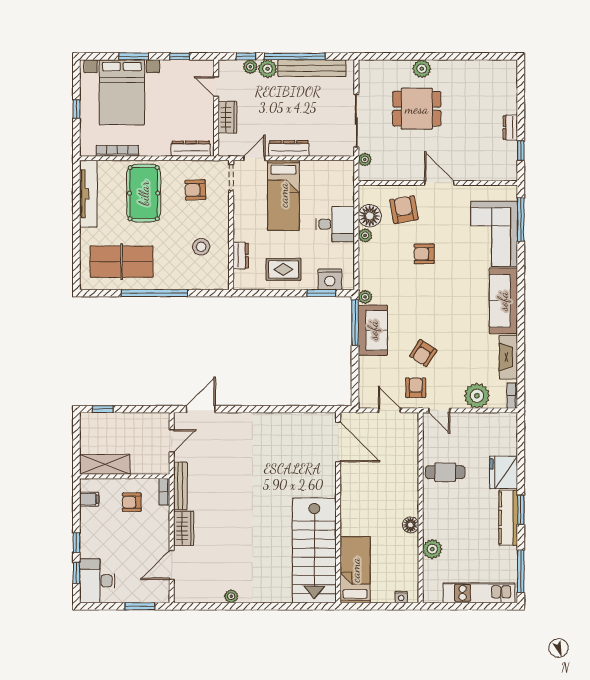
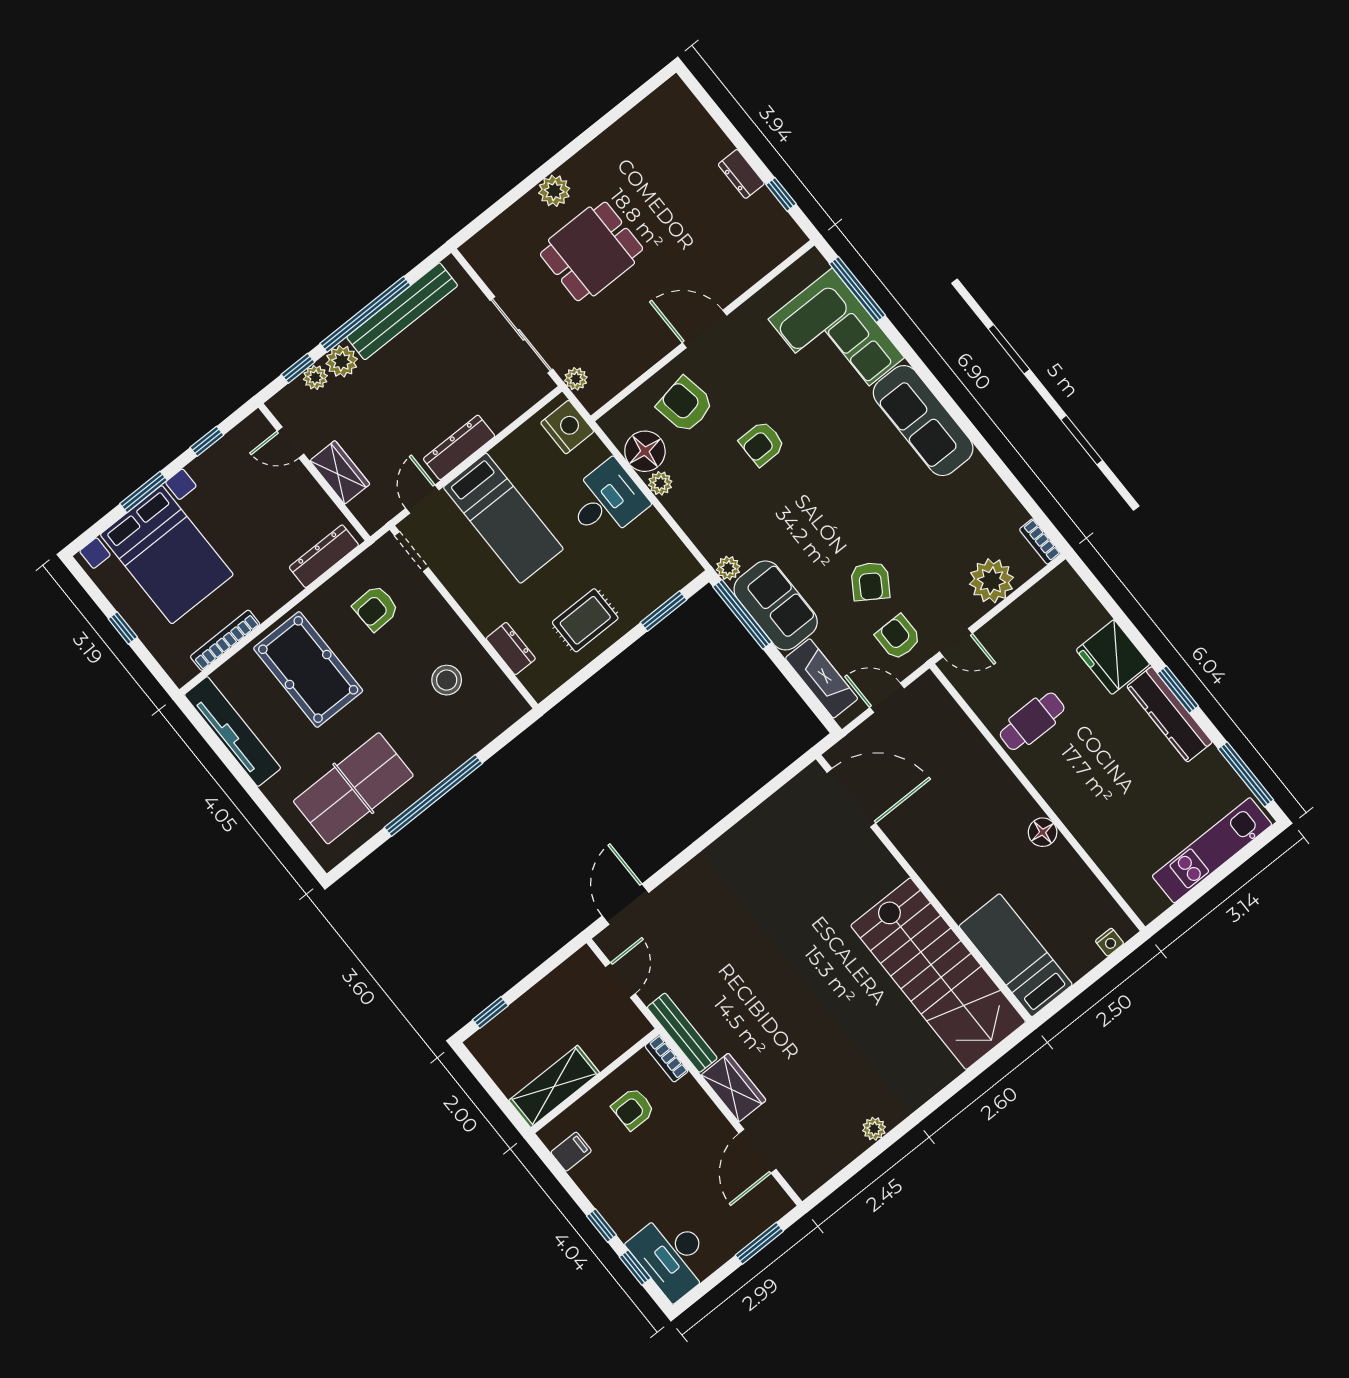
nightstand: (330, 279) -> (567, 427), moved, turned -90
fireplace: (508, 357) -> (822, 678), moved, turned 180
plant: (432, 549) -> (1099, 842), removed

